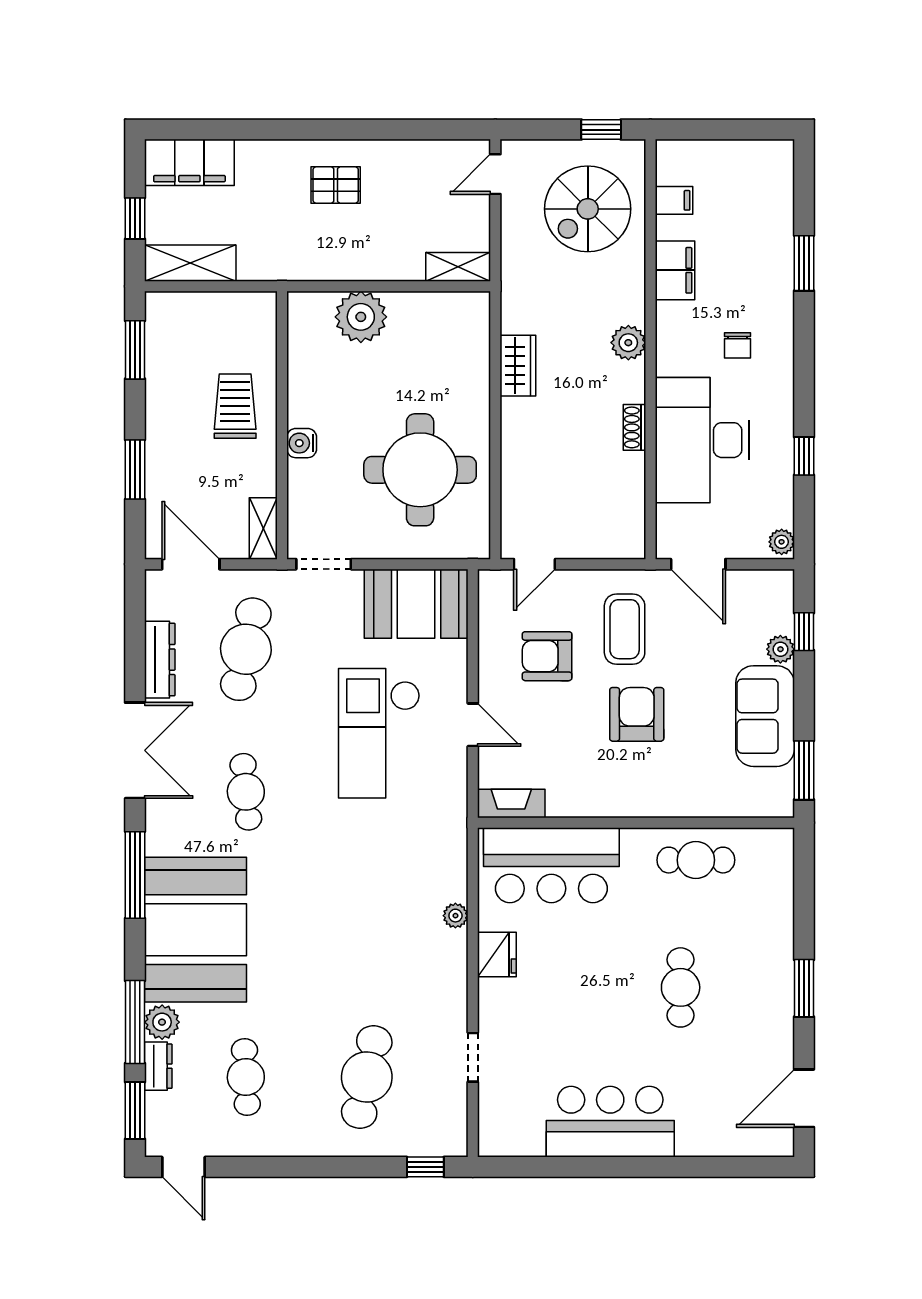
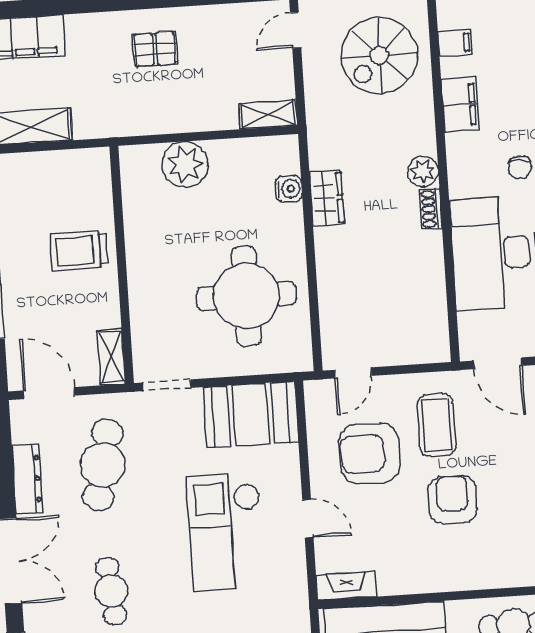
trolley: (235, 406) -> (79, 251), turned -90
shoe rack: (634, 427) -> (431, 209), moved
water cooler: (302, 443) -> (289, 189), moved, turned 180
armchair: (547, 656) -> (370, 453), width x1.36, depth x1.36

